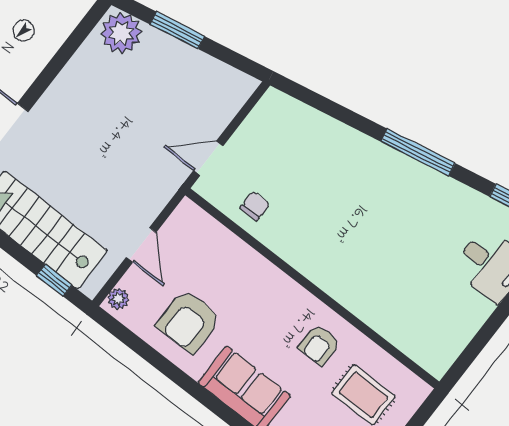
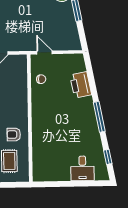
printer: (327, 138) -> (81, 85), added

